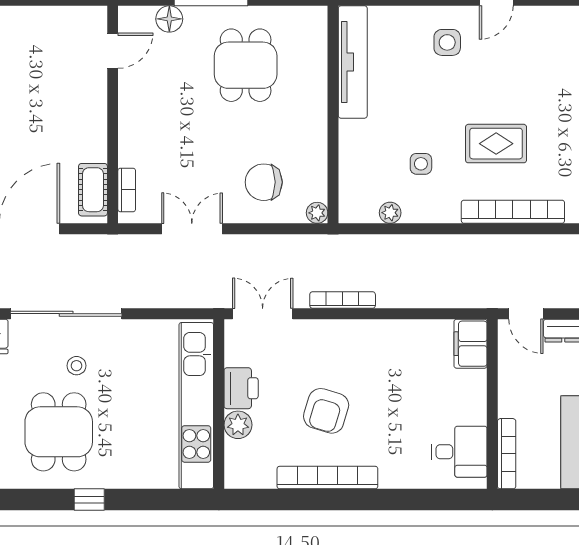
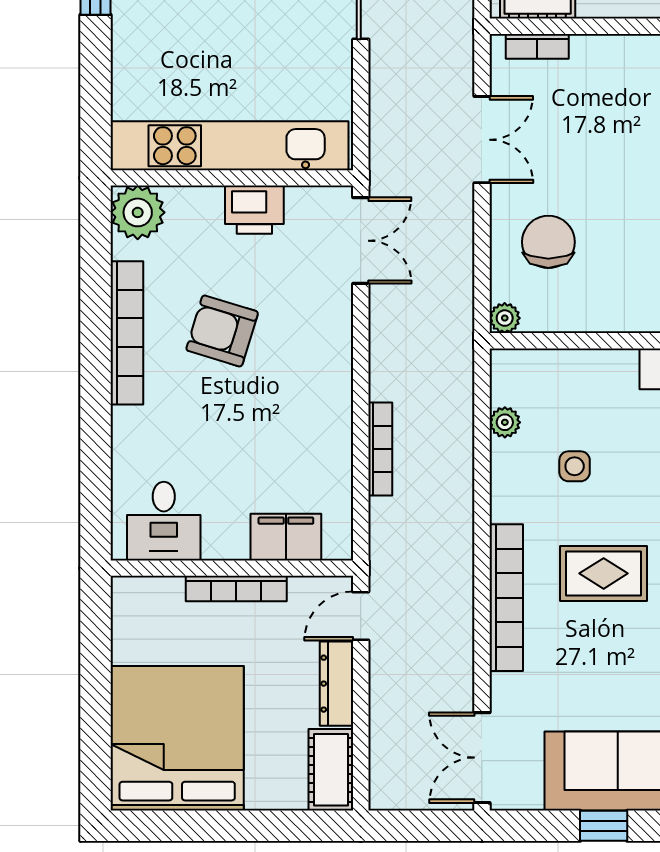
rug: (496, 144) -> (604, 573), turned 90
bookcase: (343, 300) -> (380, 449), moved
filing cabinet: (471, 344) -> (286, 537), moved
plant: (238, 425) -> (138, 212), moved, width x1.36, depth x1.36
bookcase: (507, 454) -> (236, 589), moved

